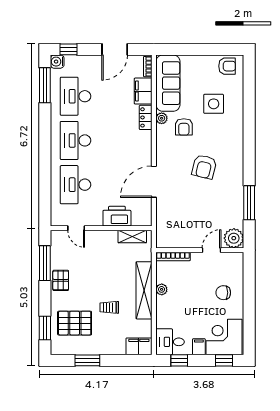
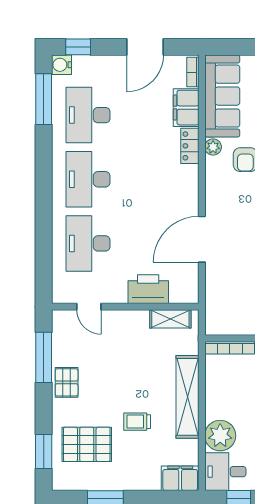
plant: (162, 289) -> (220, 436), moved, width x1.87, depth x1.87

